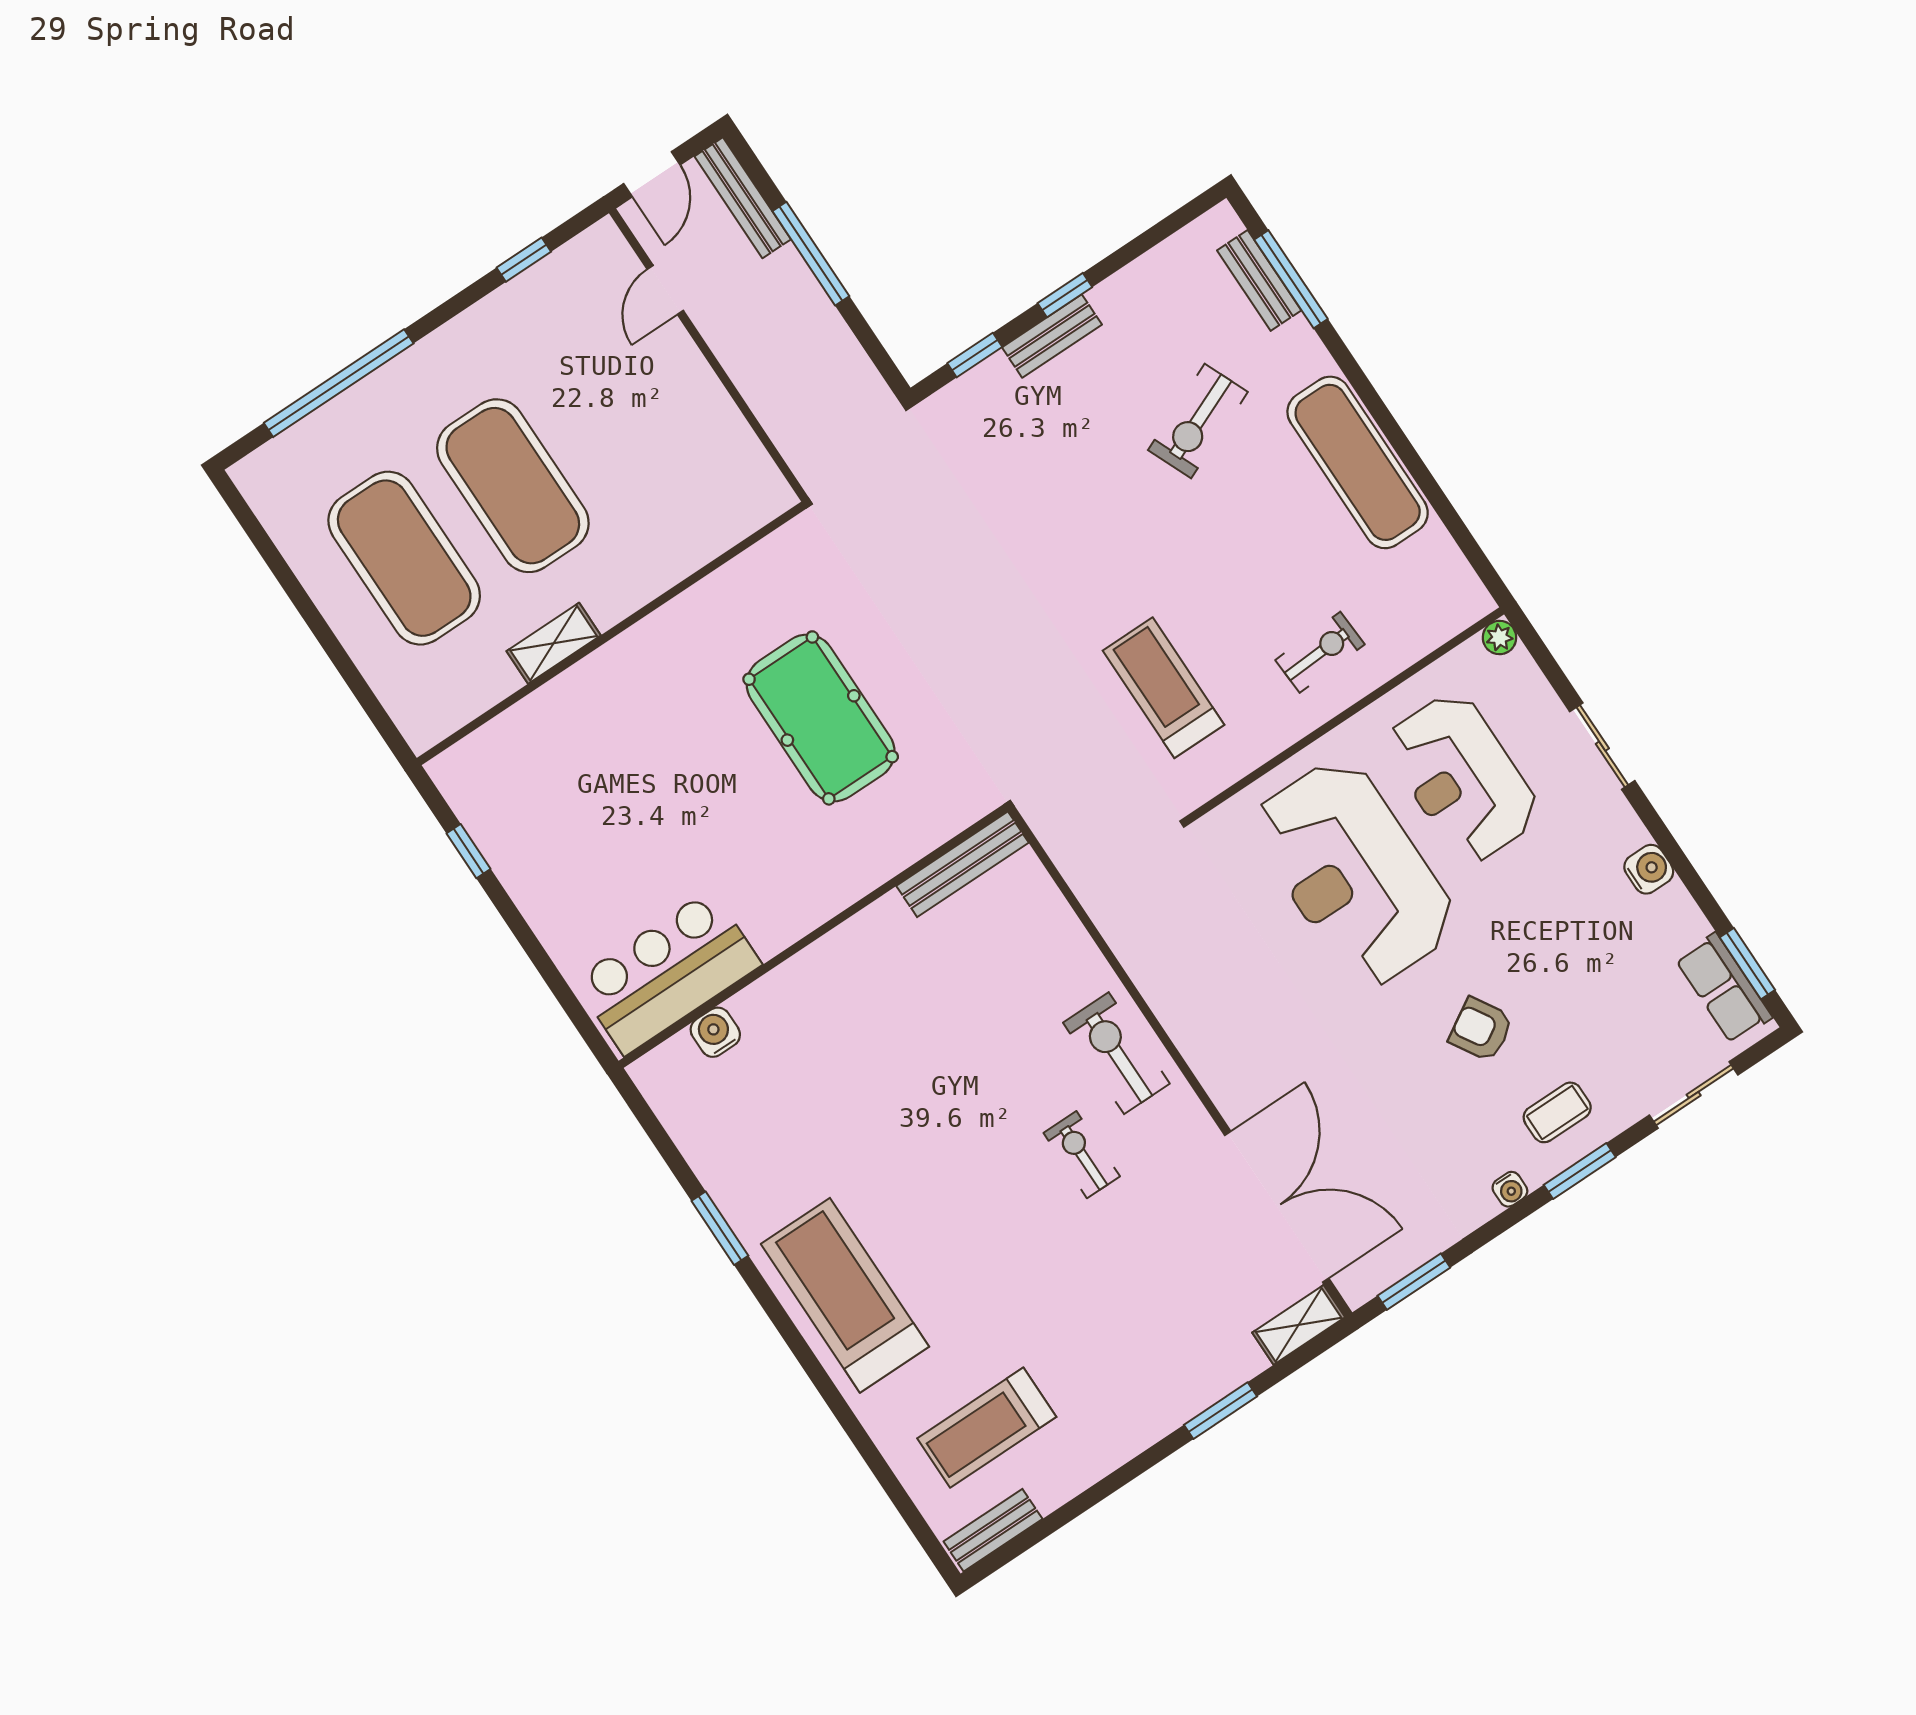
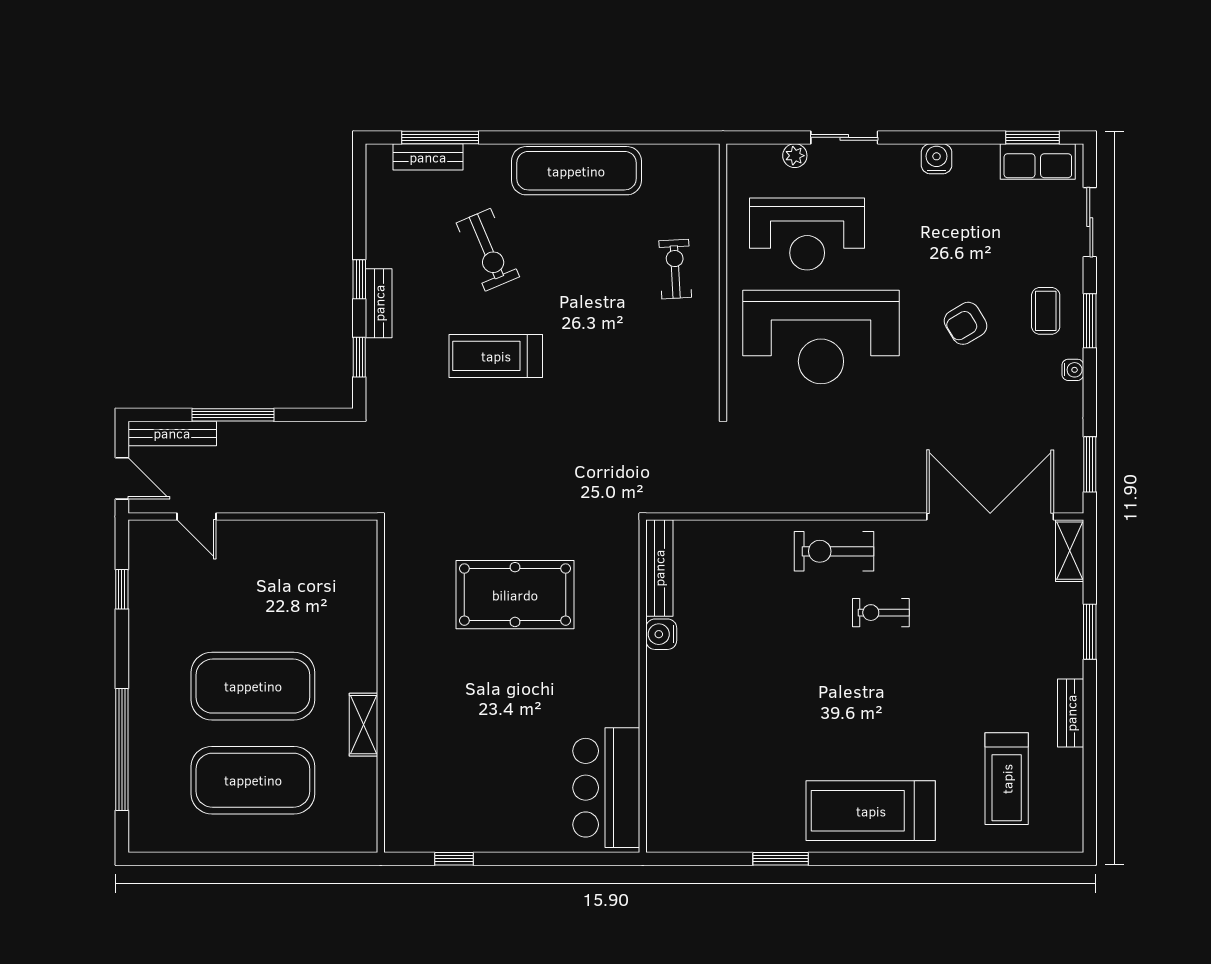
plant: (1500, 638) -> (795, 156), moved
treadmill: (1164, 688) -> (496, 356), moved
water cooler: (715, 1032) -> (661, 634), moved
bench: (993, 1530) -> (1071, 713), moved

